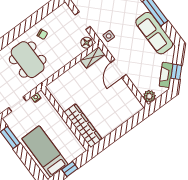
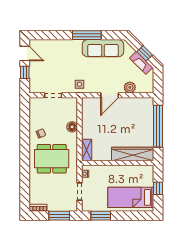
floor lamp: (87, 43) -> (72, 127), moved
shelving: (93, 57) -> (87, 150), moved
door: (118, 69) -> (110, 95), hinge flipped
plant: (149, 96) -> (130, 87), moved
window: (123, 129) -> (158, 126), added

